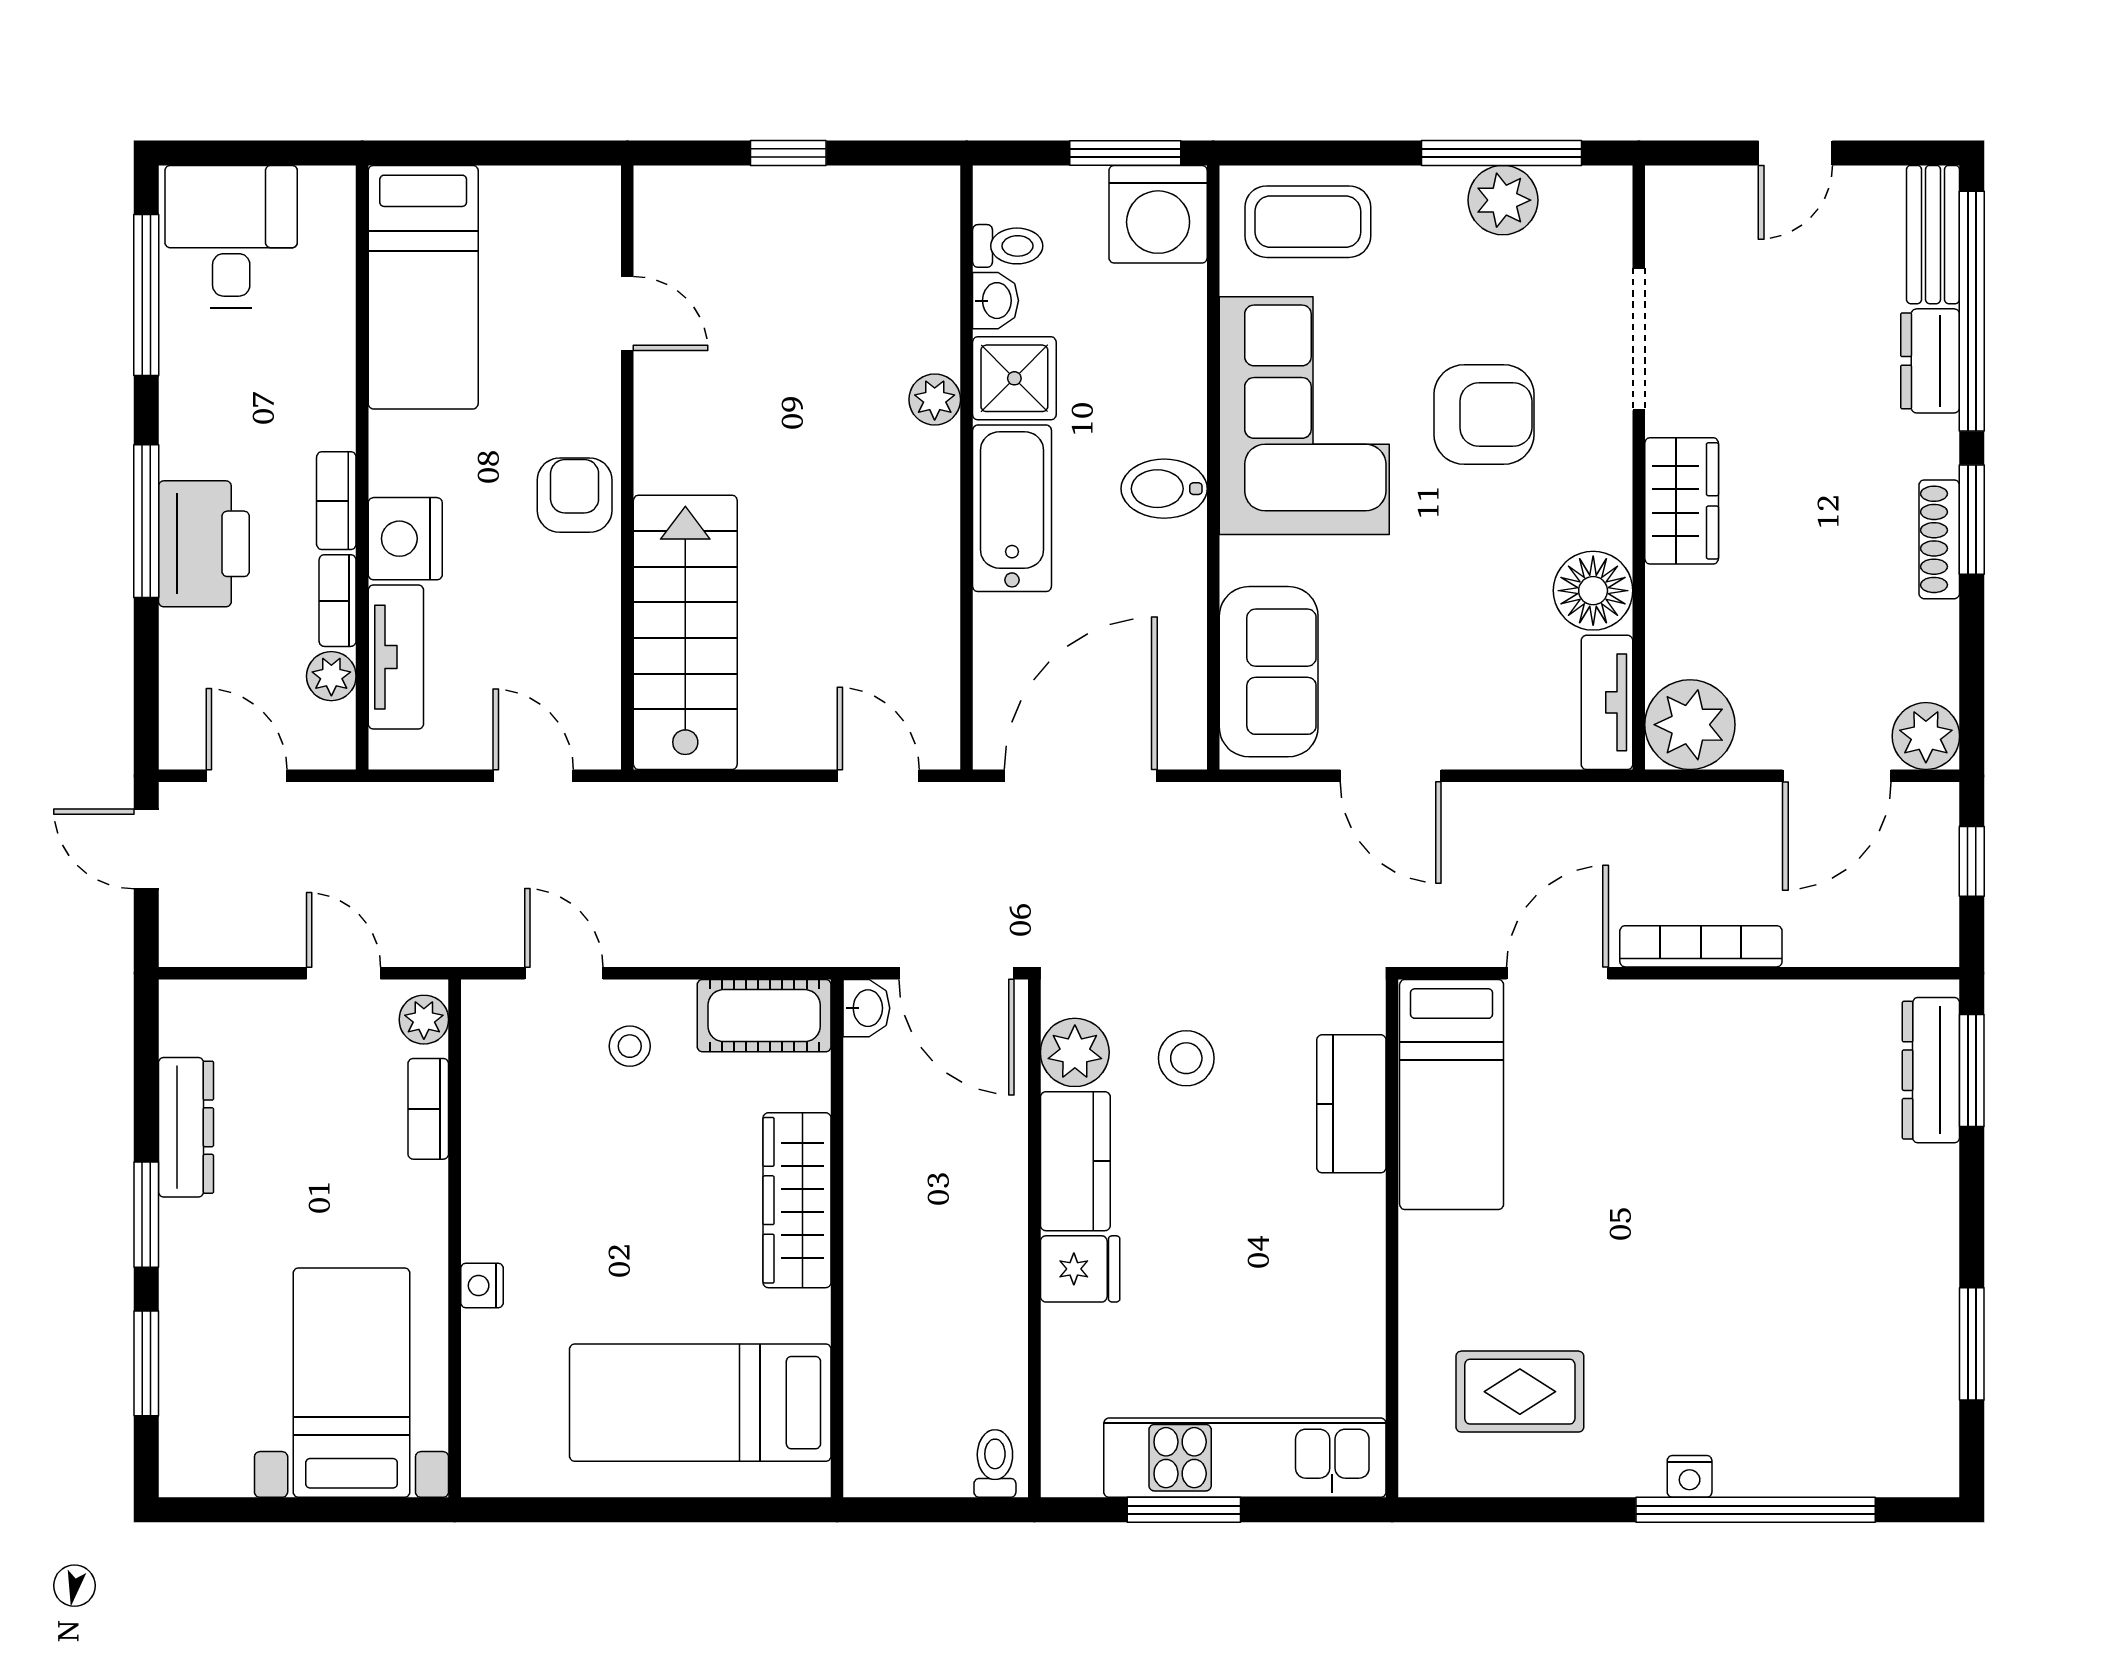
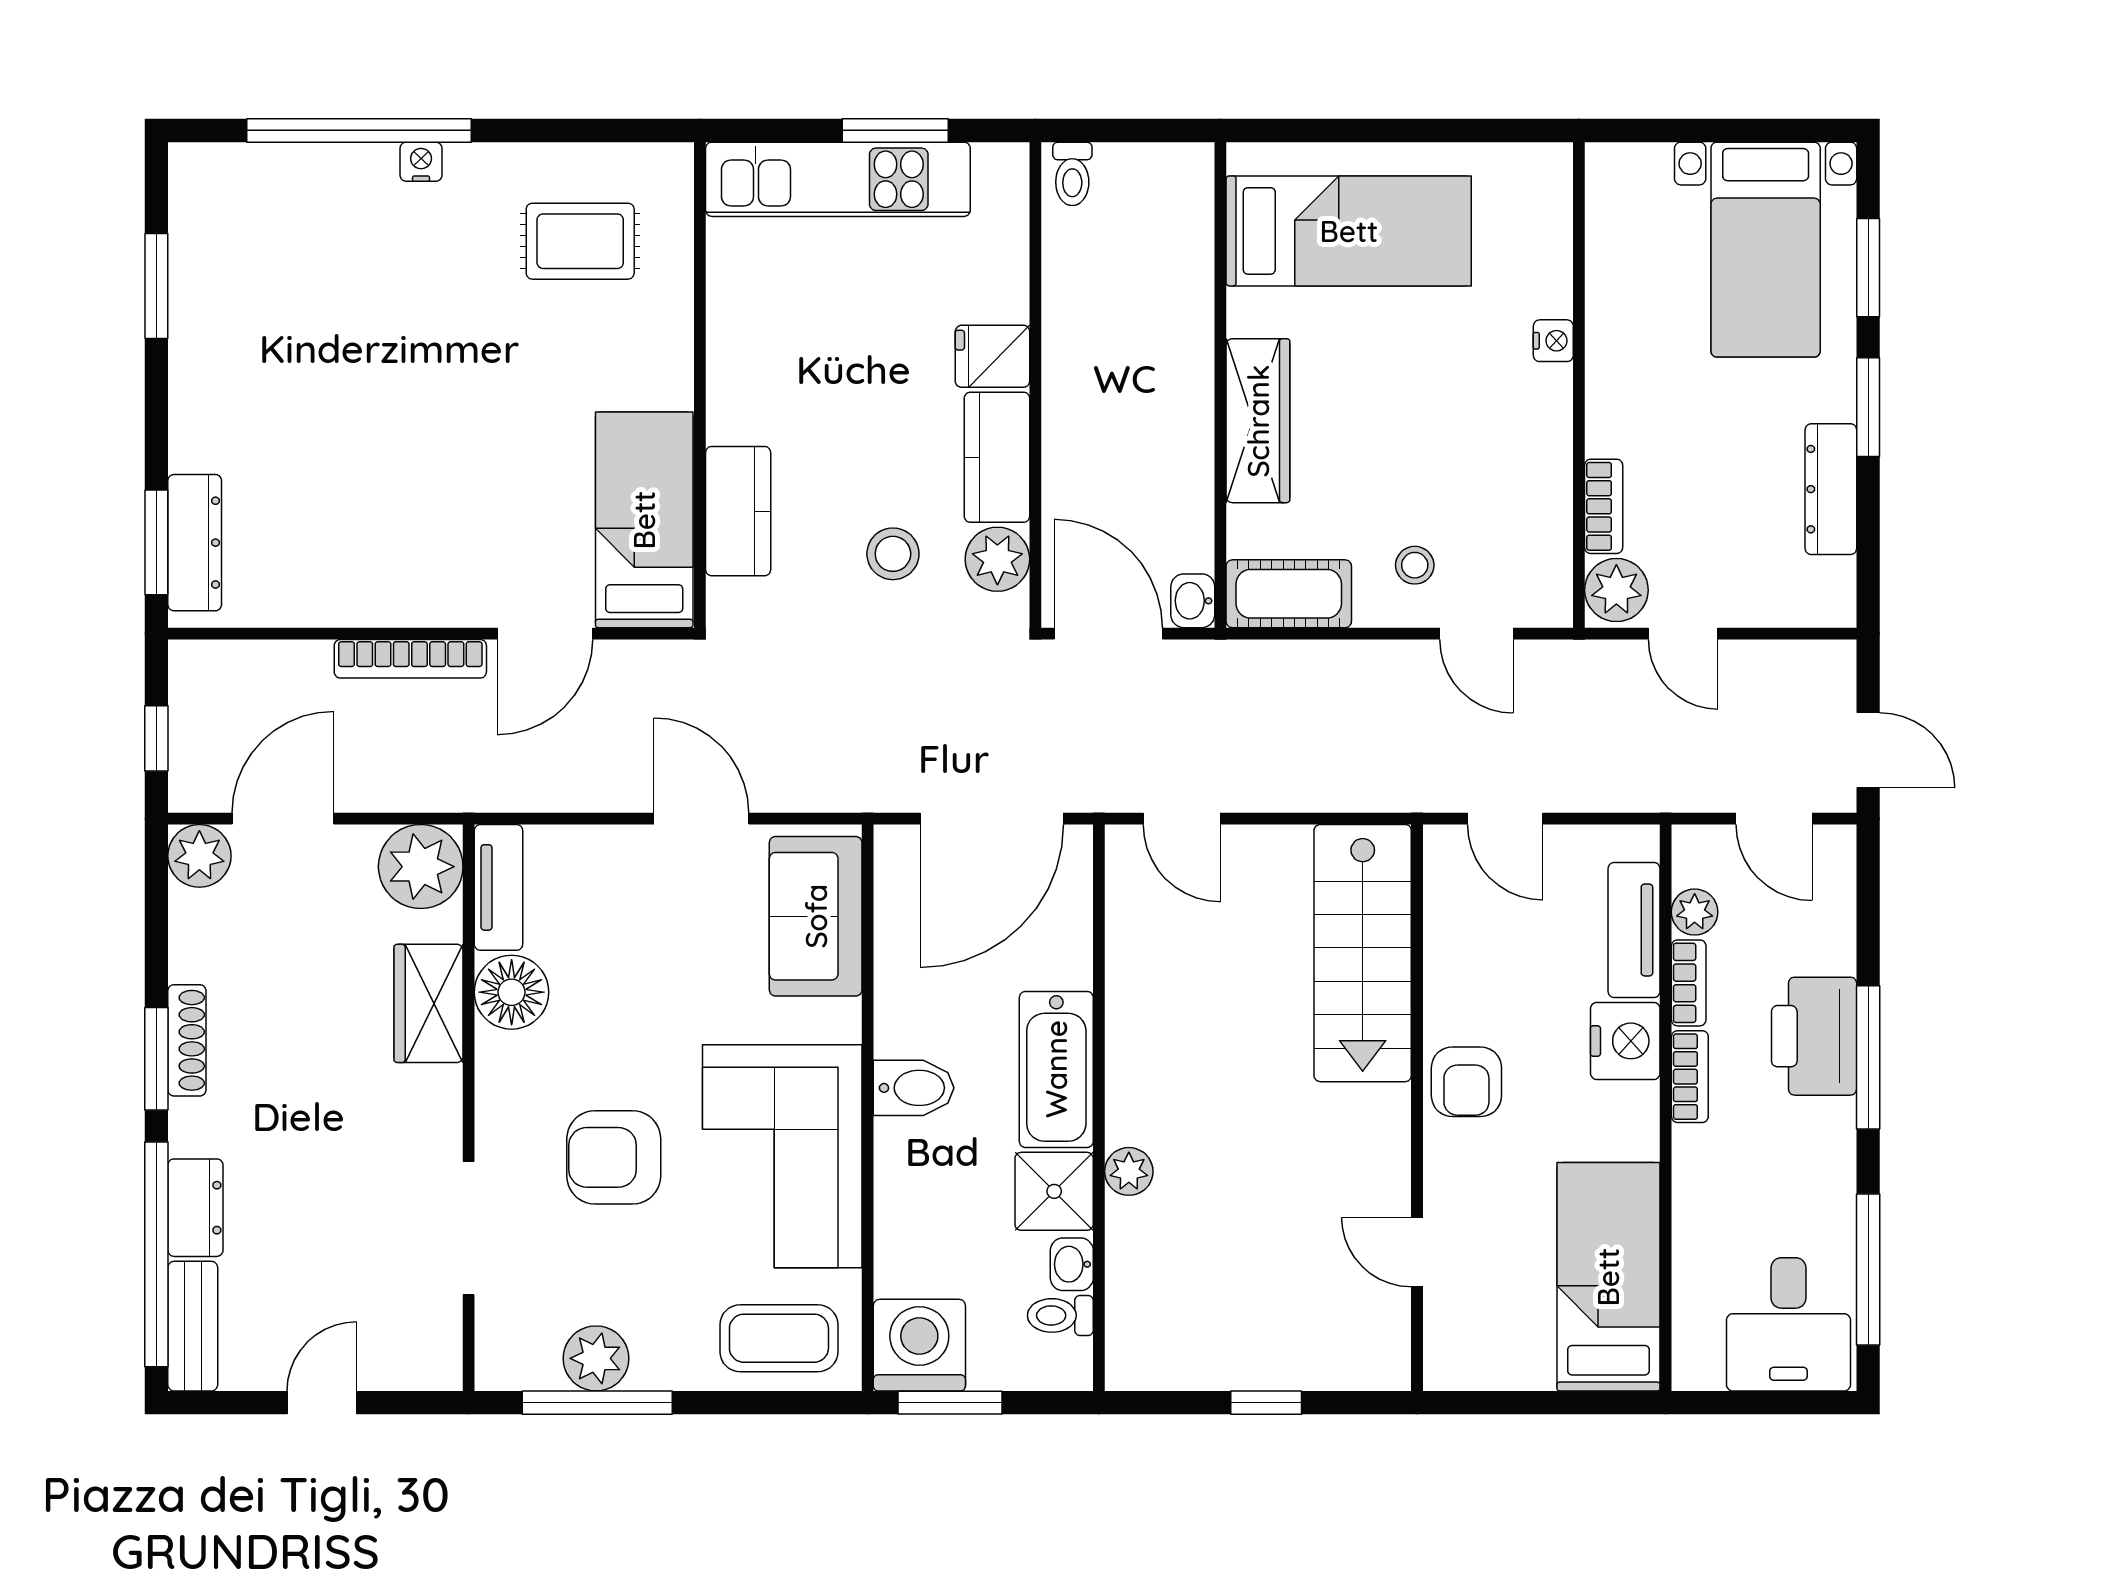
wardrobe: (1682, 501) -> (428, 1003), moved
plant: (424, 1020) -> (1616, 590), width x1.38, depth x1.38
bed with nightstands: (352, 1383) -> (1766, 250), moved

